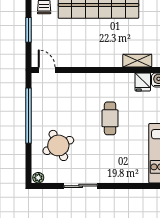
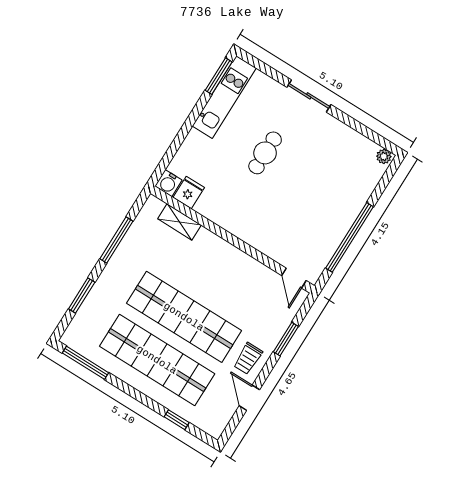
cafe table: (110, 118) -> (265, 153), moved
round table: (58, 145) -> (336, 180), removed
sliding door: (81, 186) -> (309, 96), moved

